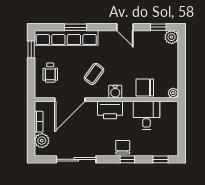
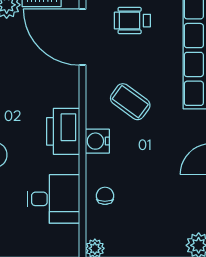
chair: (145, 88) -> (105, 196), width x0.54, depth x0.54
door: (70, 100) -> (83, 37), moved

